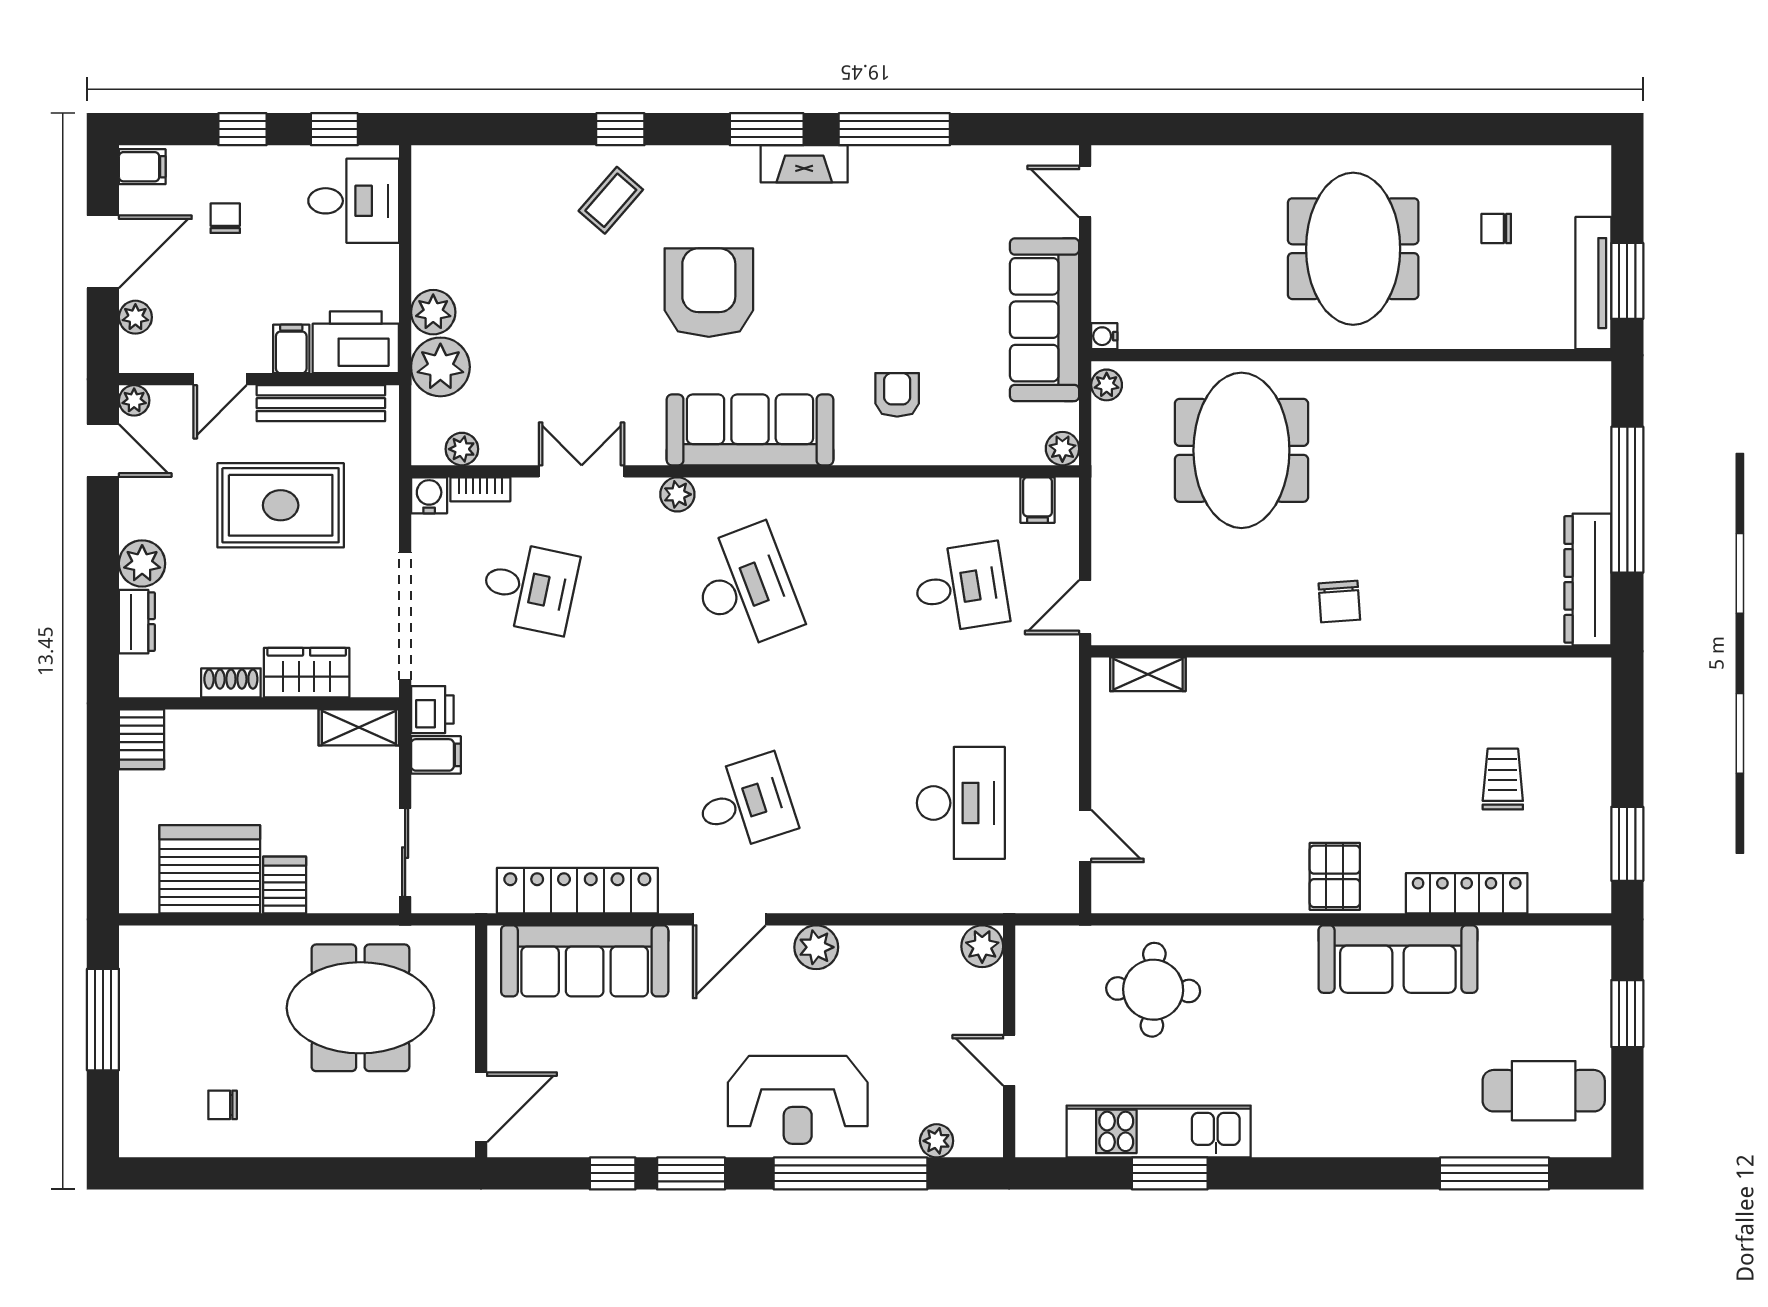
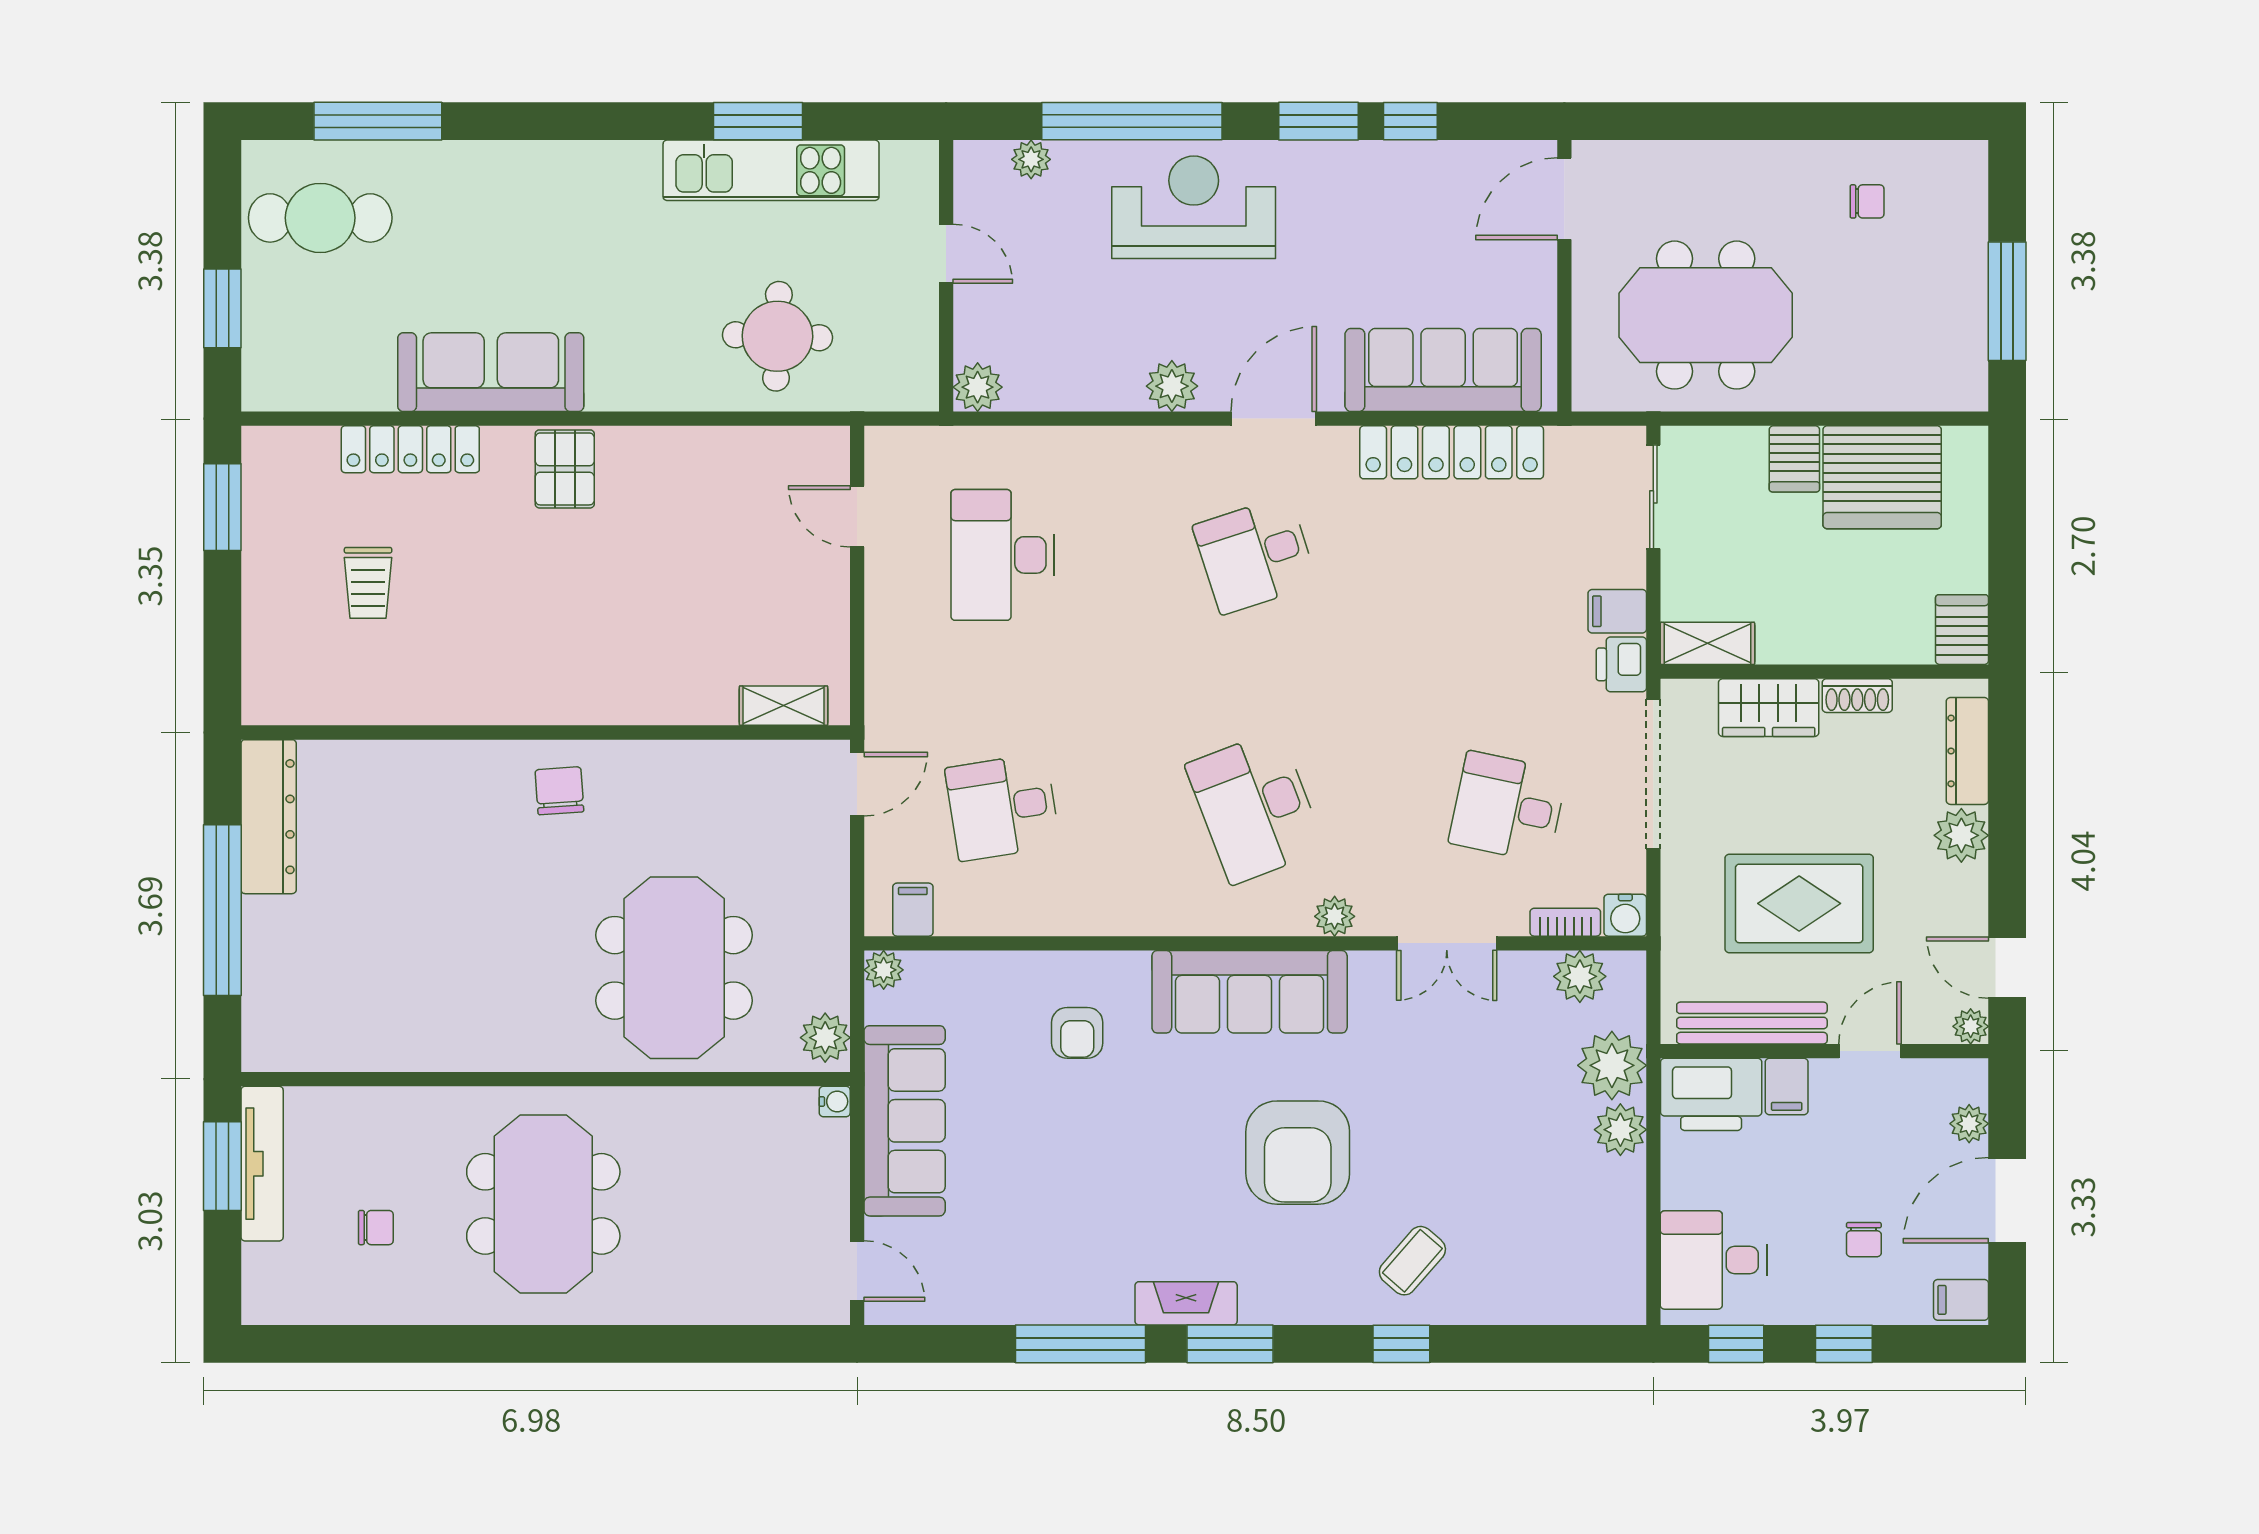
plant: (1107, 385) -> (825, 1038), width x1.38, depth x1.38
plant: (462, 449) -> (1580, 976), width x1.38, depth x1.38
dresser: (137, 622) -> (1967, 751), width x1.44

